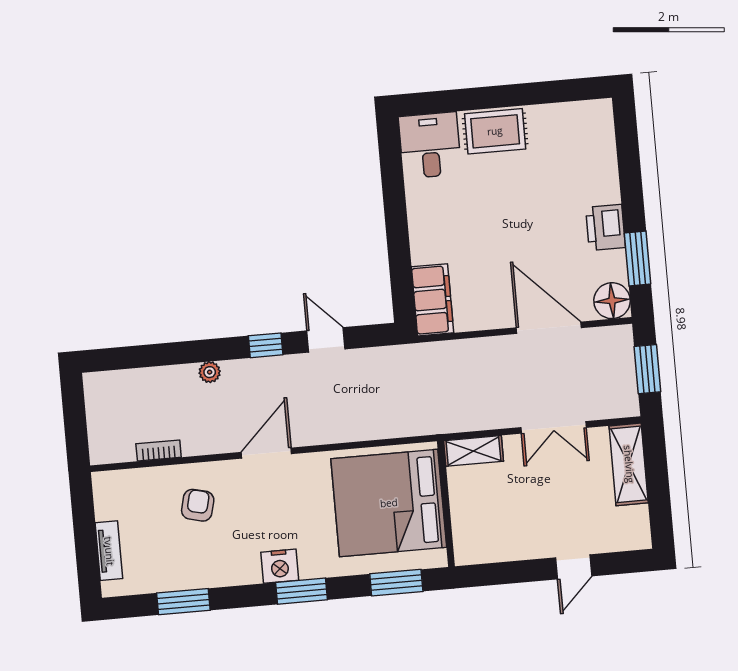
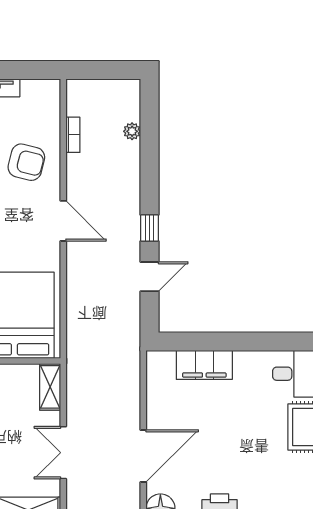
filing cabinet: (433, 300) -> (204, 365), moved
plant: (210, 372) -> (132, 131), moved
armchair: (198, 505) -> (26, 162), width x1.38, depth x1.38

